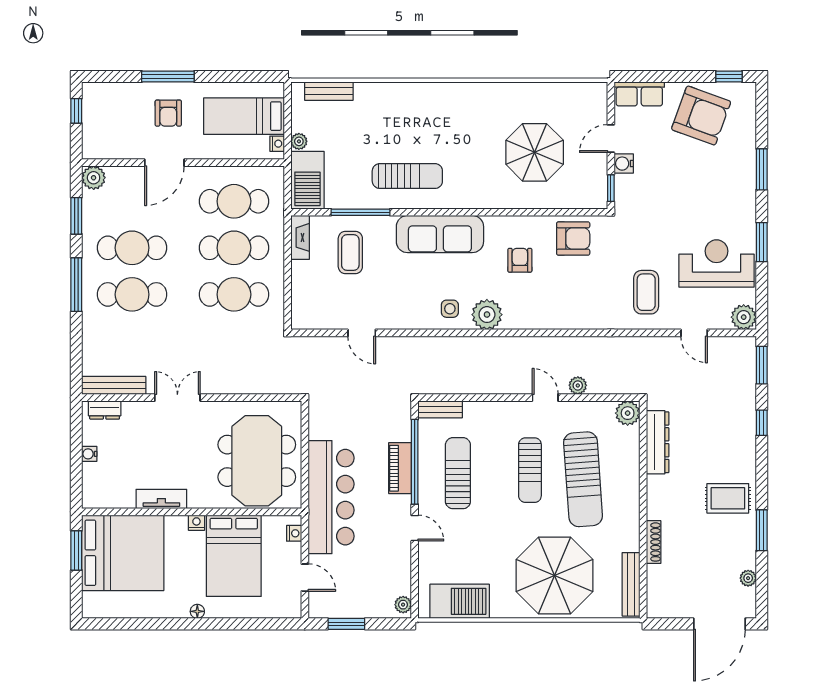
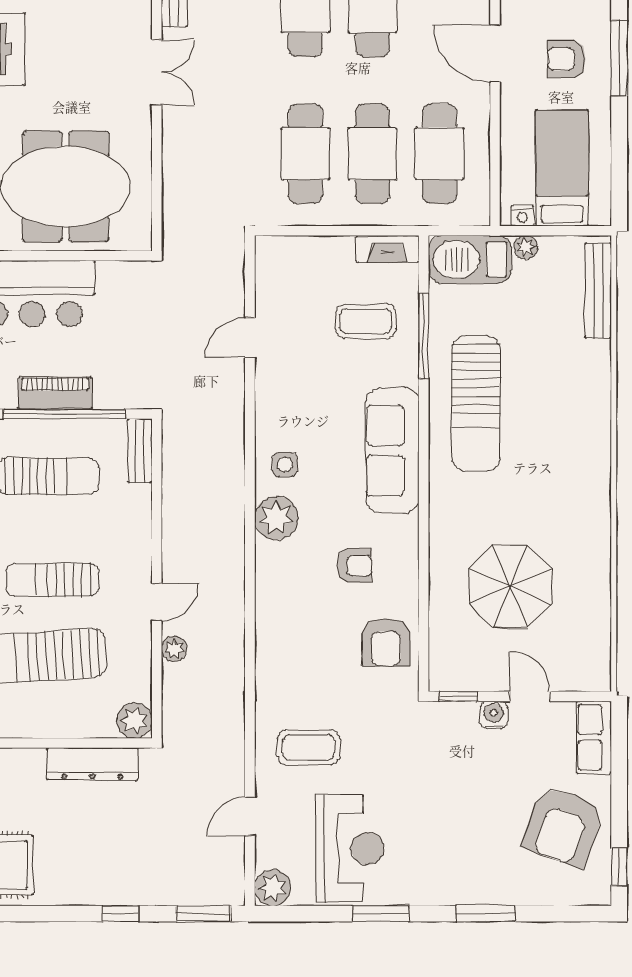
bench: (329, 91) -> (598, 290), width x1.36
sun lounger: (407, 176) -> (476, 403), width x1.36, depth x1.34

